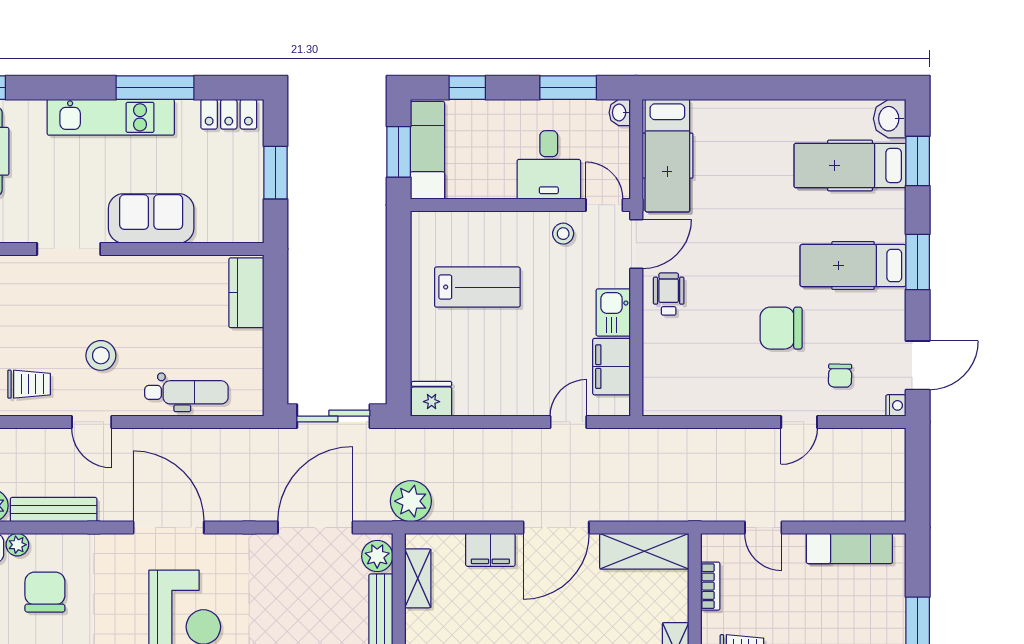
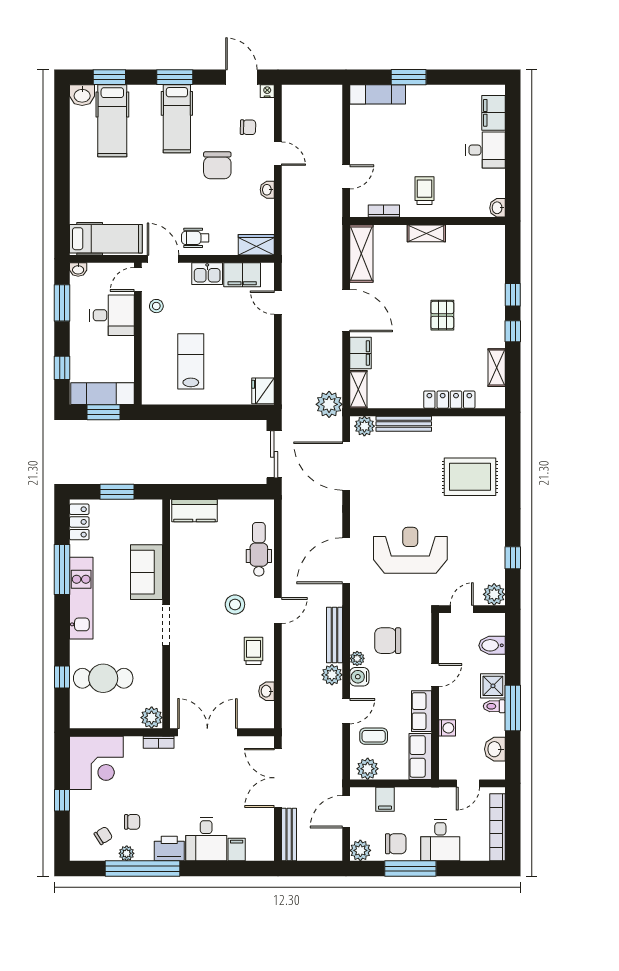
wardrobe: (658, 388) -> (256, 245), added
washbasin: (743, 405) -> (267, 190), added
exam couch: (849, 548) -> (378, 94), moved, turned 90
shelving: (418, 578) -> (358, 389), moved, turned 90

